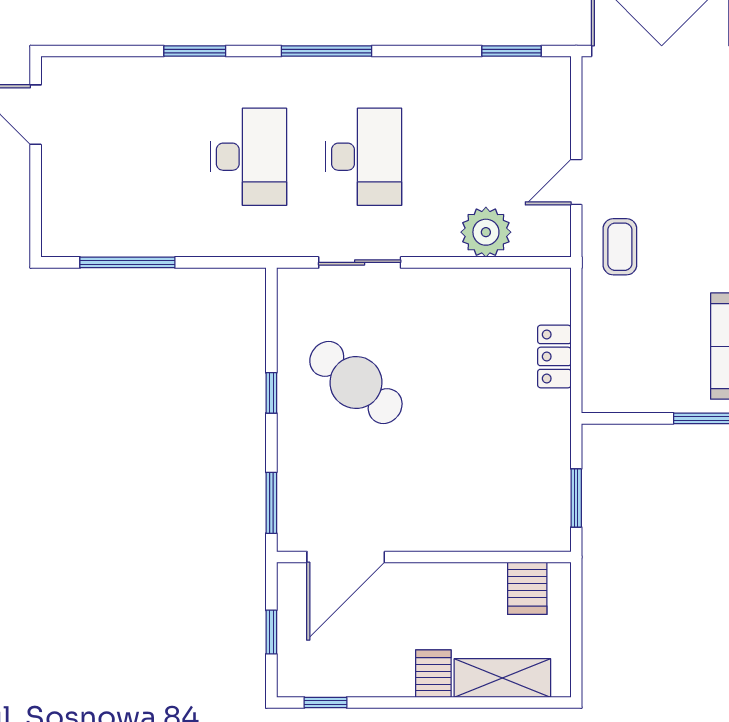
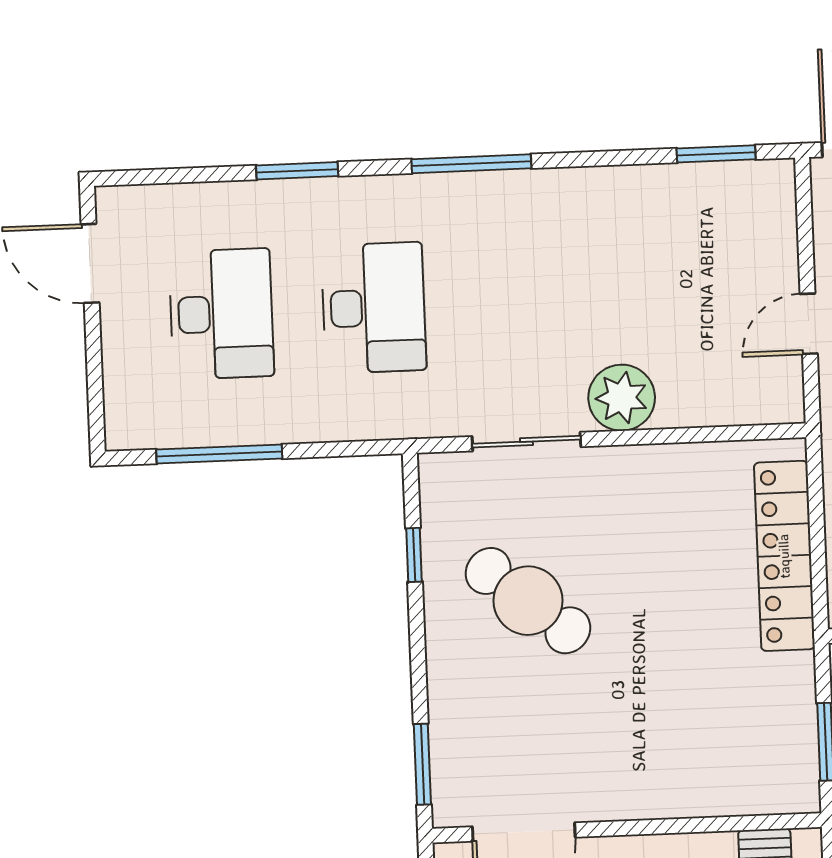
desk: (364, 157) -> (221, 314), moved
plant: (486, 232) -> (622, 398), moved
locker: (554, 356) -> (784, 556), width x2.16, depth x1.21
window: (271, 393) -> (414, 555), moved

